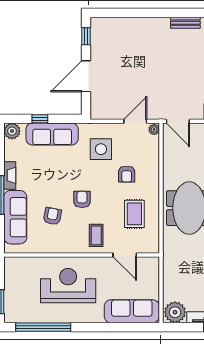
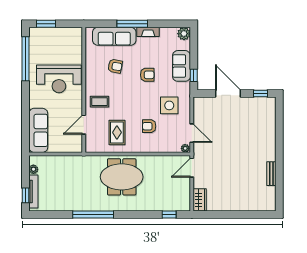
window: (40, 119) -> (194, 75), moved
sofa: (52, 134) -> (181, 66), width x0.73
armchair: (82, 199) -> (147, 75), moved
rug: (134, 214) -> (117, 132), turned 90
reception desk: (68, 286) -> (59, 79), turned 90
plant: (175, 312) -> (33, 169), width x0.53, depth x0.53

